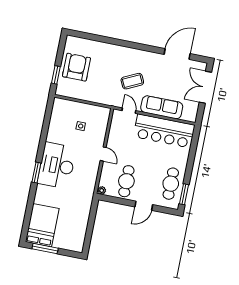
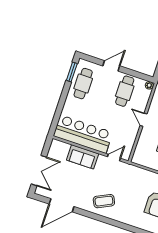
coffee table: (132, 81) -> (104, 201), moved
sofa: (162, 107) -> (83, 157), width x0.73
door: (129, 111) -> (114, 158), swing flipped

